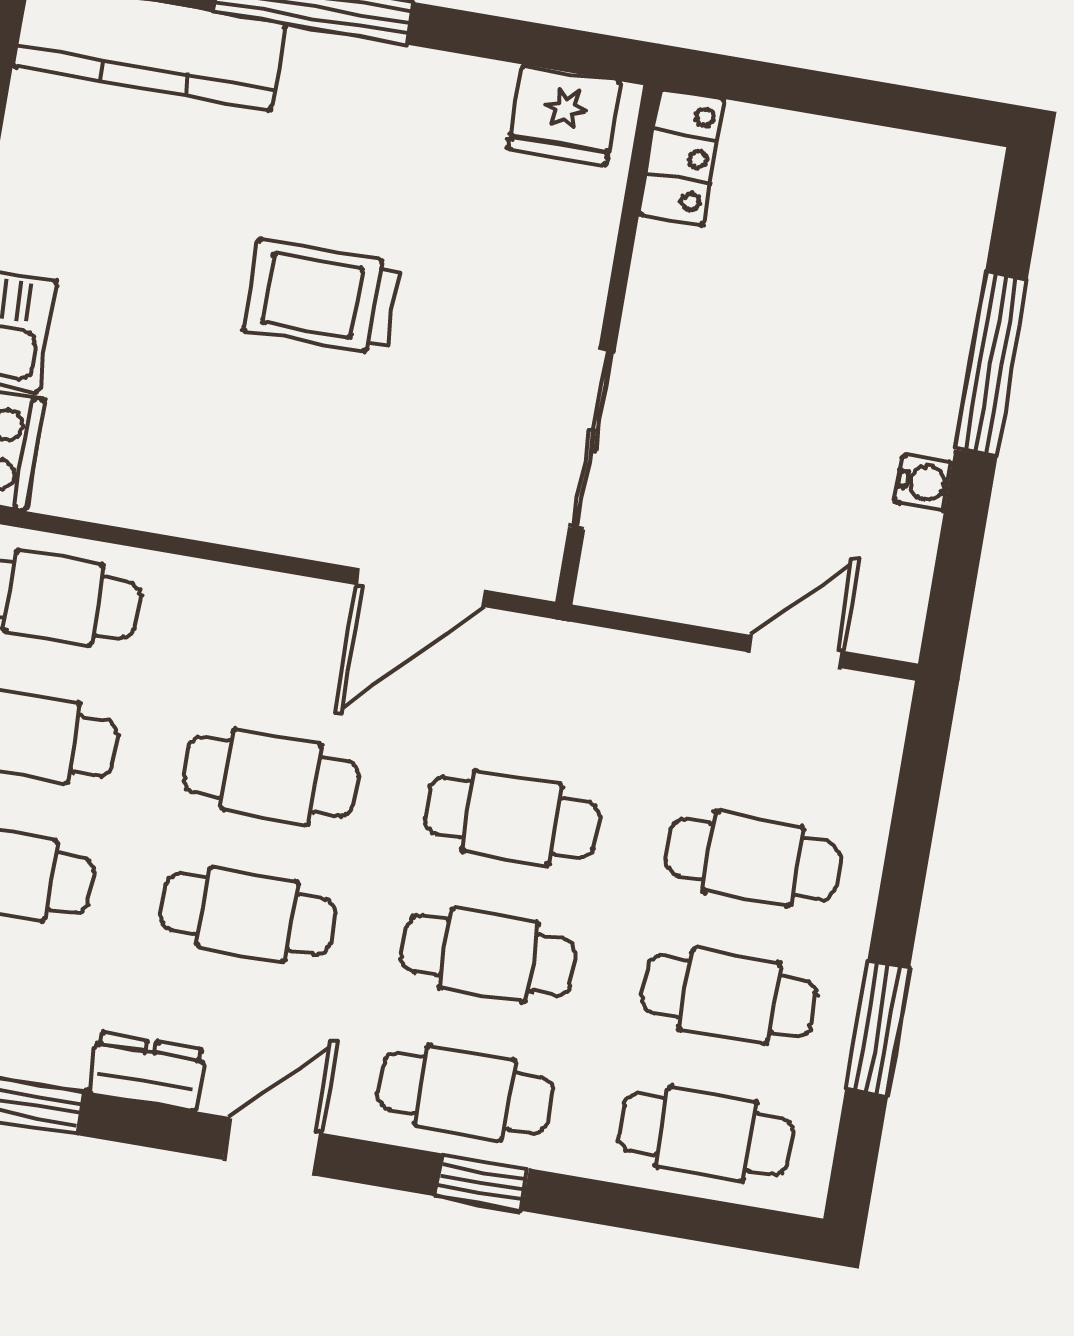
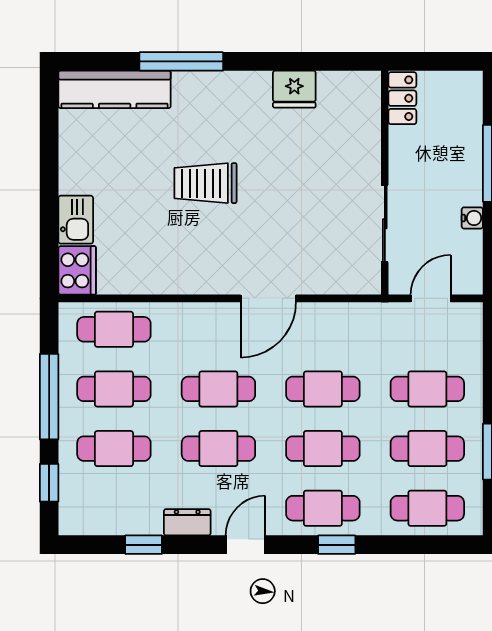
locker: (682, 157) -> (402, 98), moved
wall: (608, 345) -> (385, 183), moved
sliding door: (592, 439) -> (385, 224), moved

